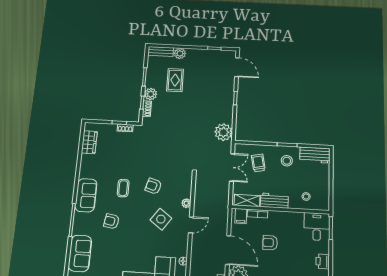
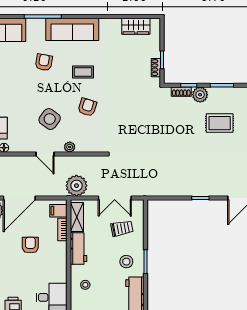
plant: (223, 132) -> (76, 186), moved
sofa: (86, 195) -> (72, 29), width x1.36

